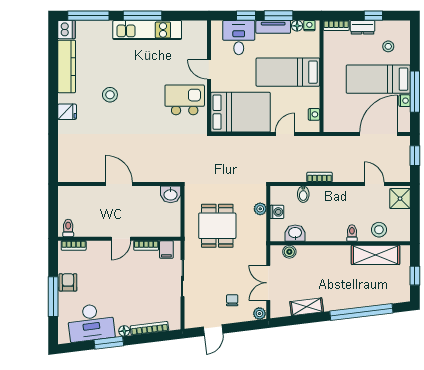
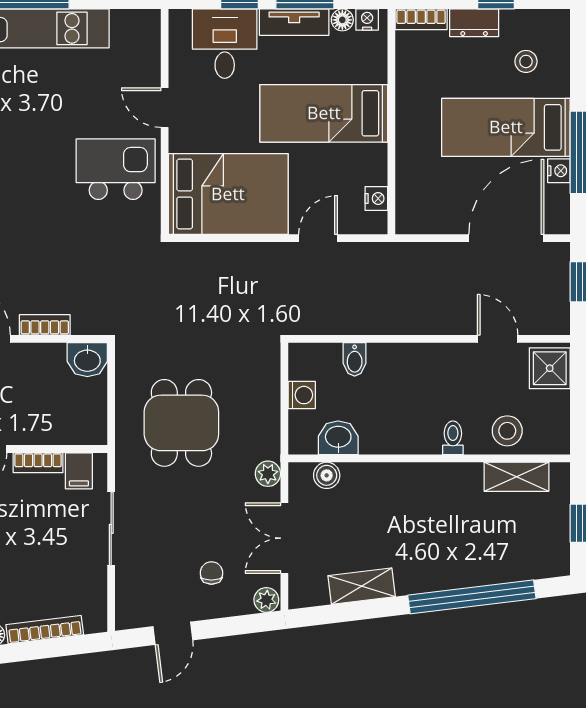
bookcase: (319, 177) -> (45, 325), moved
plant: (260, 209) -> (268, 474), moved
shelving: (375, 255) -> (516, 477), width x0.67, depth x0.75

